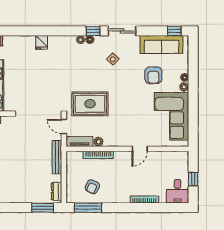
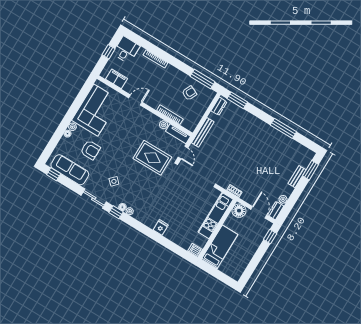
armchair: (153, 75) -> (90, 150), turned 90
filing cabinet: (170, 158) -> (116, 79), added

